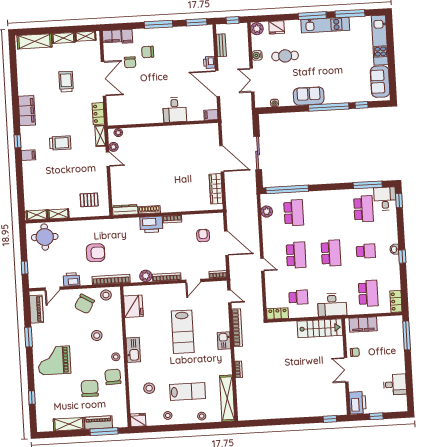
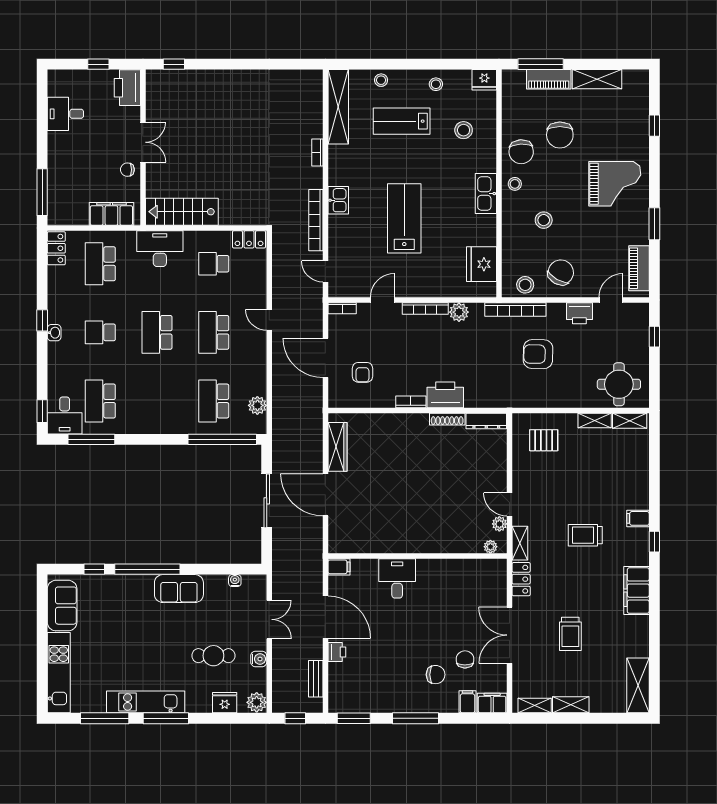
shelving: (34, 41) -> (638, 685), moved, turned 90

